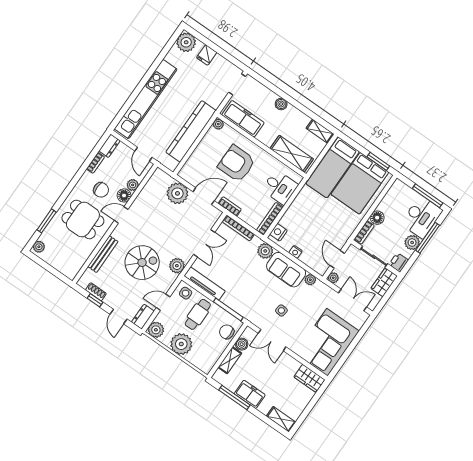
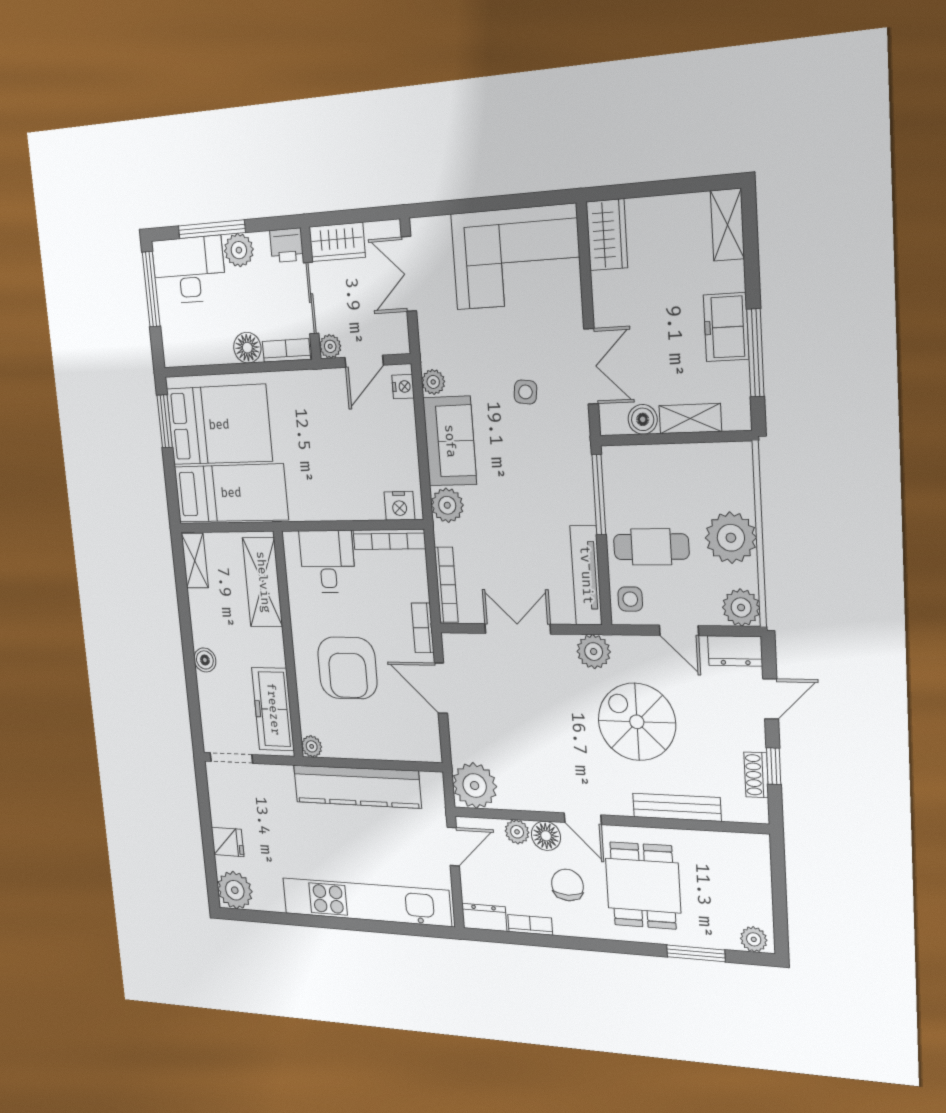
plant: (177, 193) -> (475, 786), moved
nightstand: (296, 252) -> (403, 387), moved
plant: (333, 278) -> (330, 346), moved
chair: (227, 332) -> (642, 466), removed

